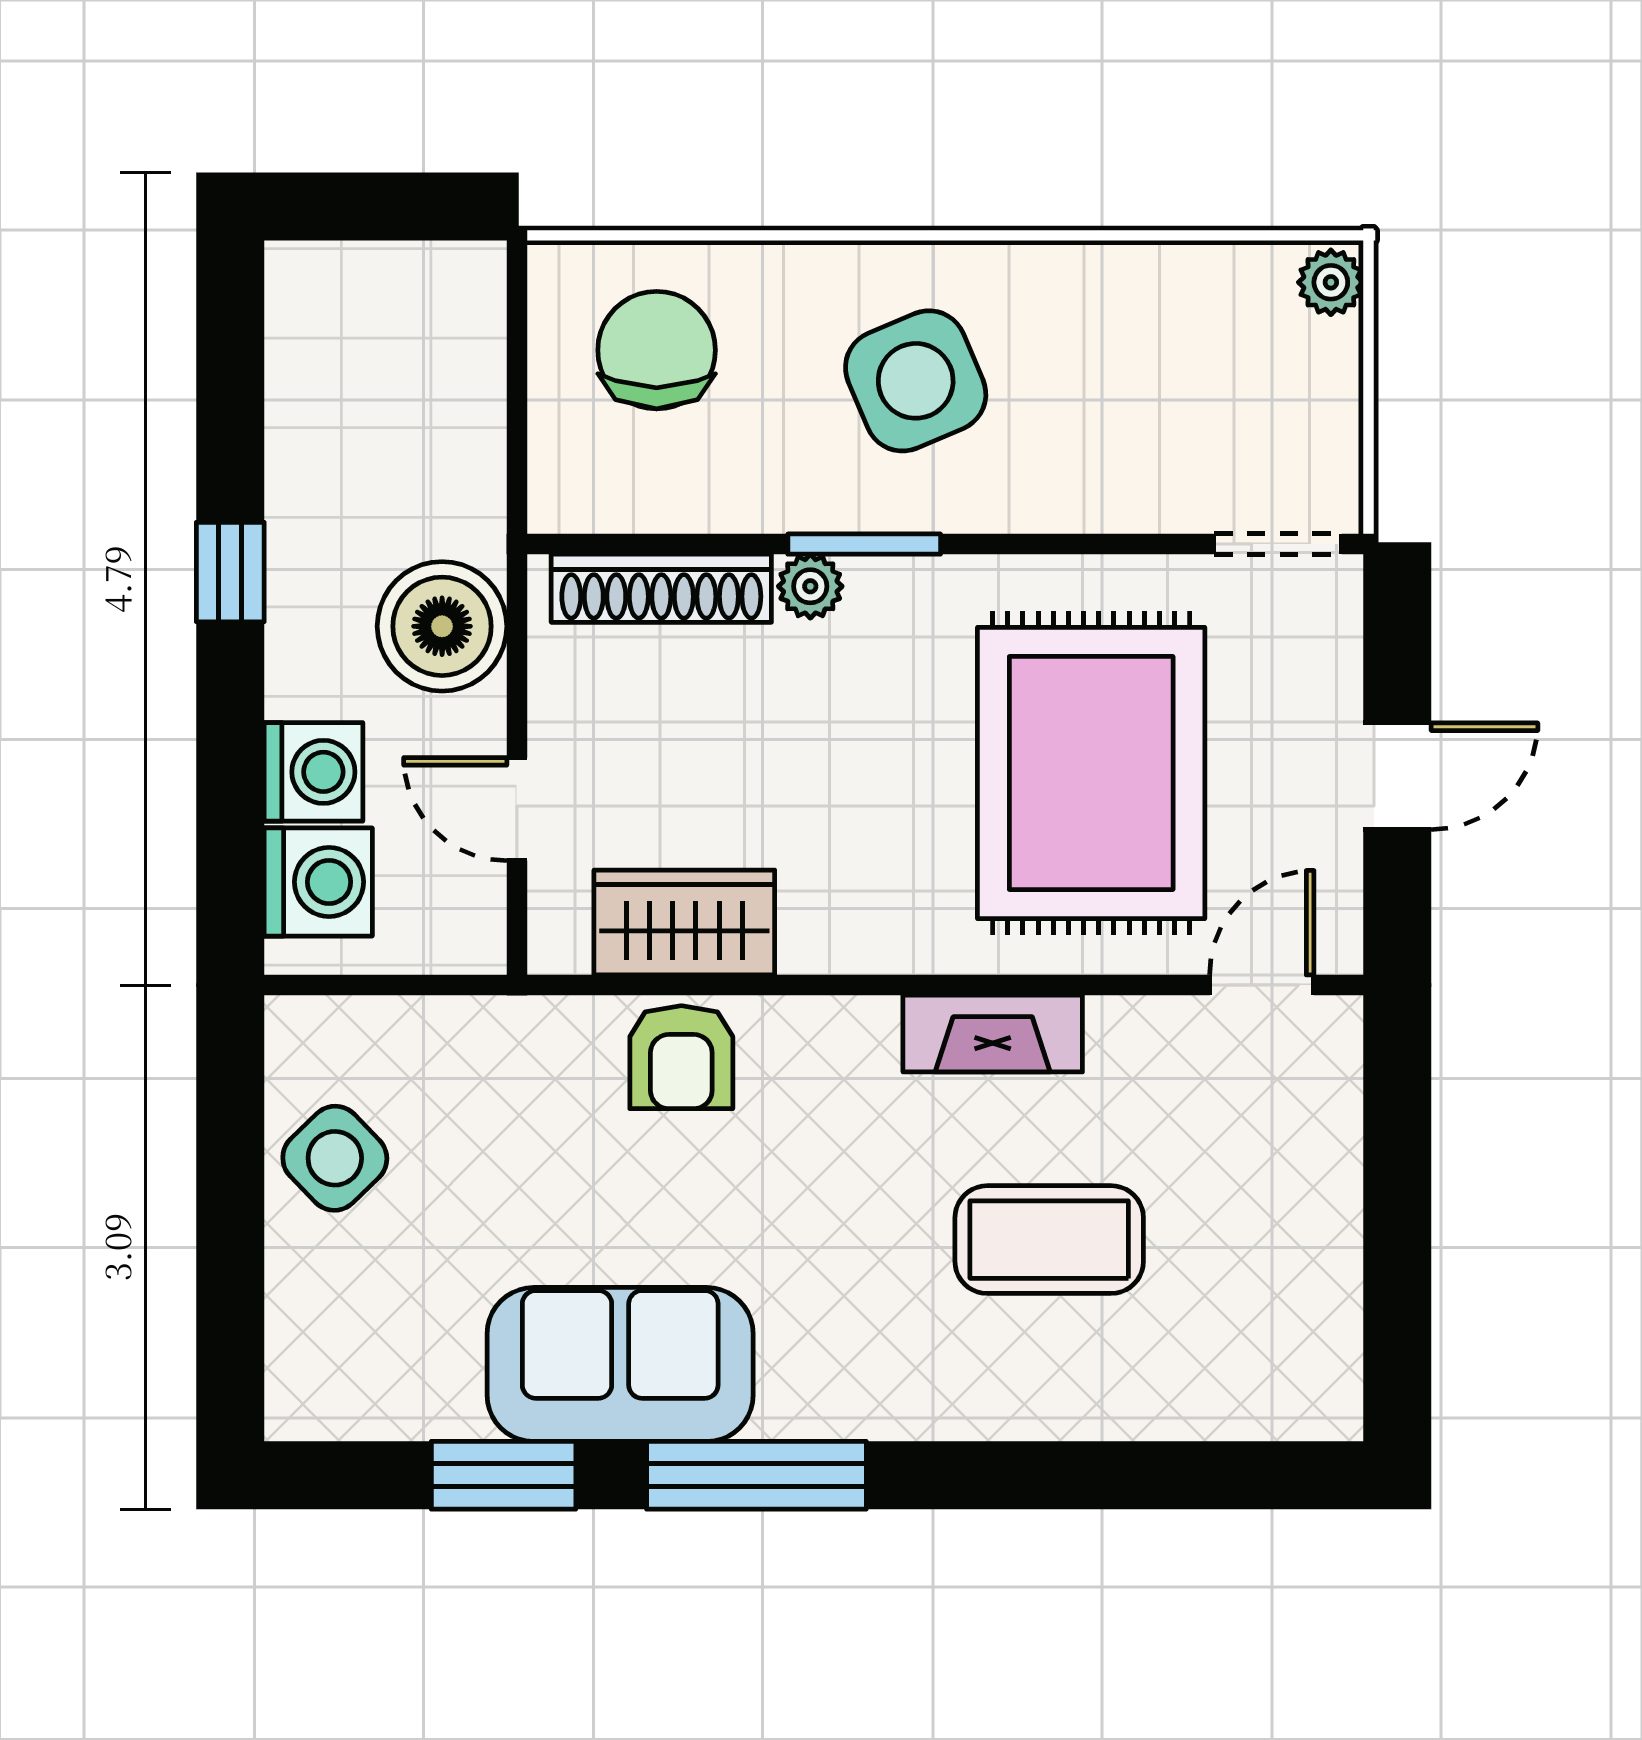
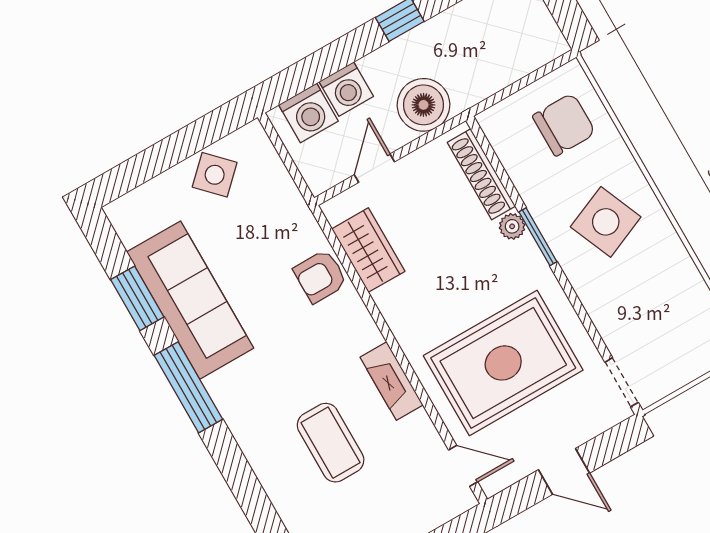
sofa: (620, 1364) -> (190, 300), width x1.36

